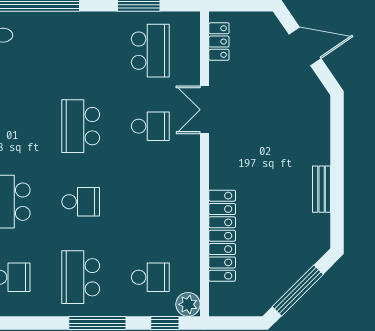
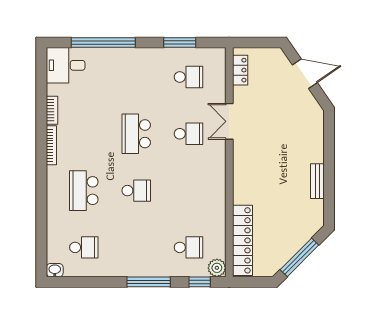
school desk: (150, 51) -> (189, 77), width x0.54
locker: (222, 236) -> (243, 240), moved
school desk: (81, 277) -> (136, 247), removed

